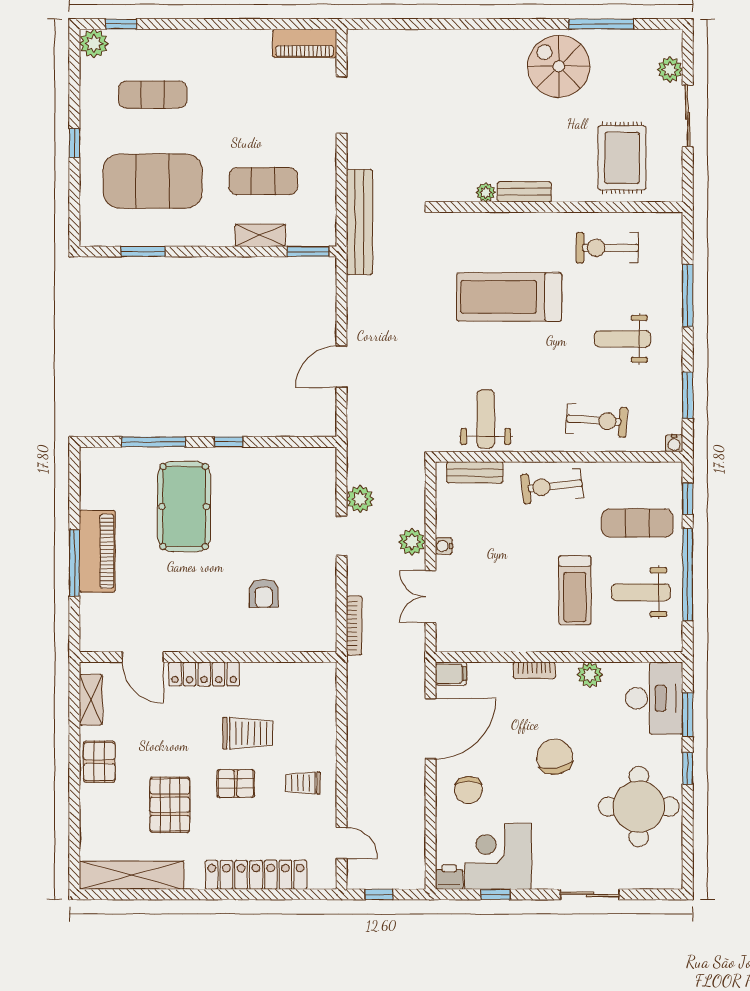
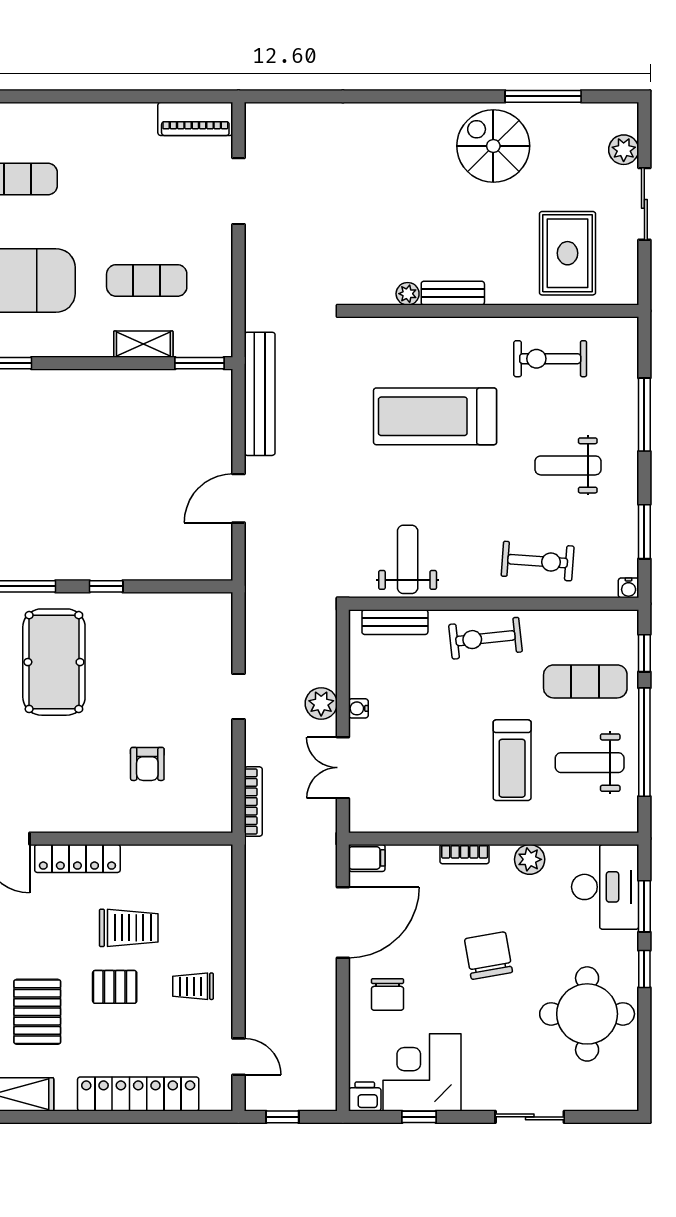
bench: (359, 222) -> (260, 394), moved
plant: (360, 499) -> (260, 653), removed

